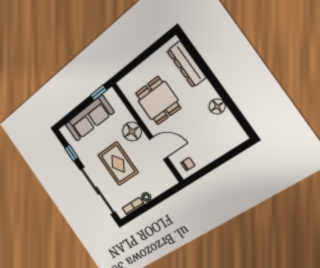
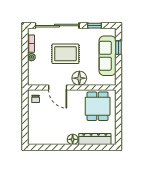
window: (99, 93) -> (119, 48), moved
dining table: (158, 101) -> (98, 106), moved, turned 90
floor lamp: (217, 106) -> (73, 139), moved
door: (158, 148) -> (58, 88), hinge flipped

